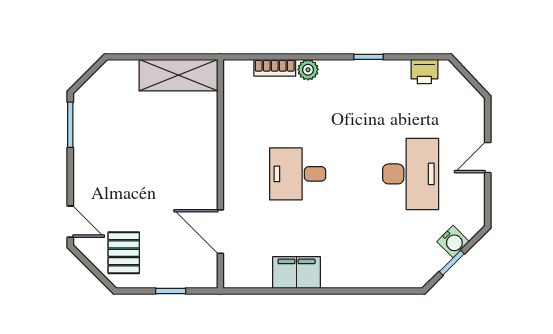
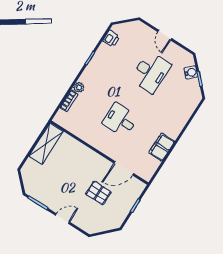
desk: (298, 174) -> (120, 120), turned 90
desk: (411, 174) -> (151, 72), turned 90
door: (70, 222) -> (62, 219), moved
pallet: (124, 253) -> (98, 193), moved

